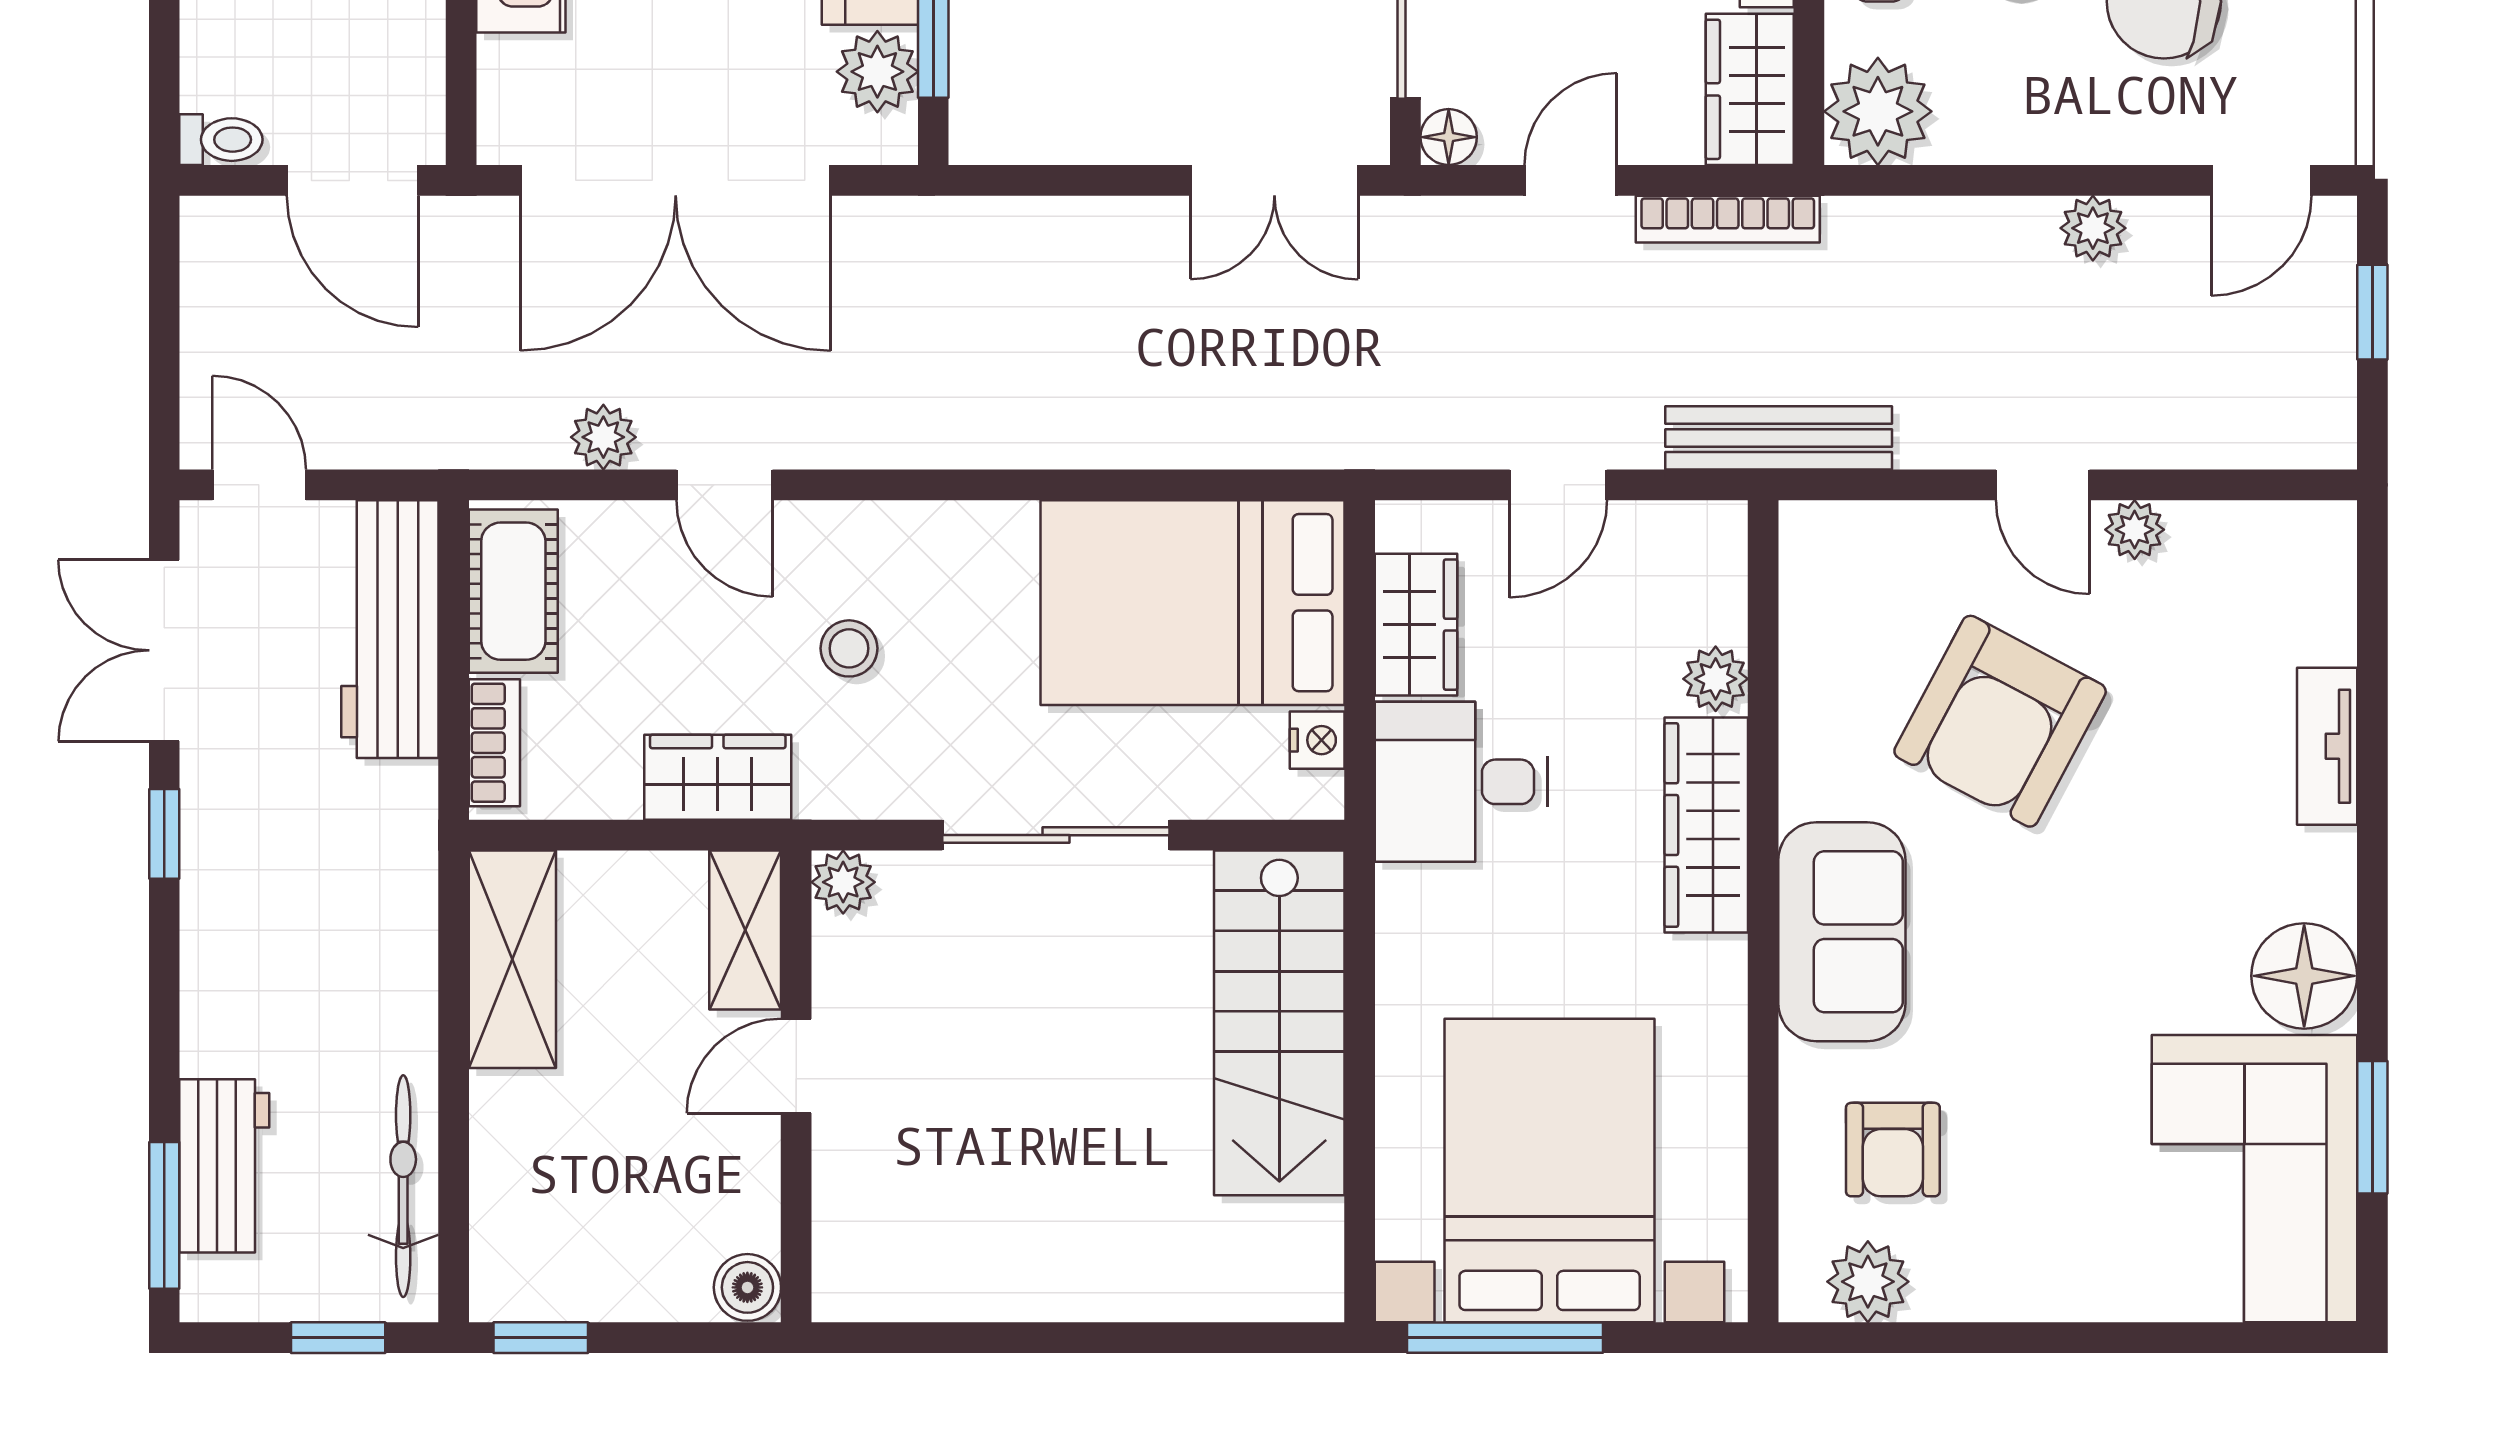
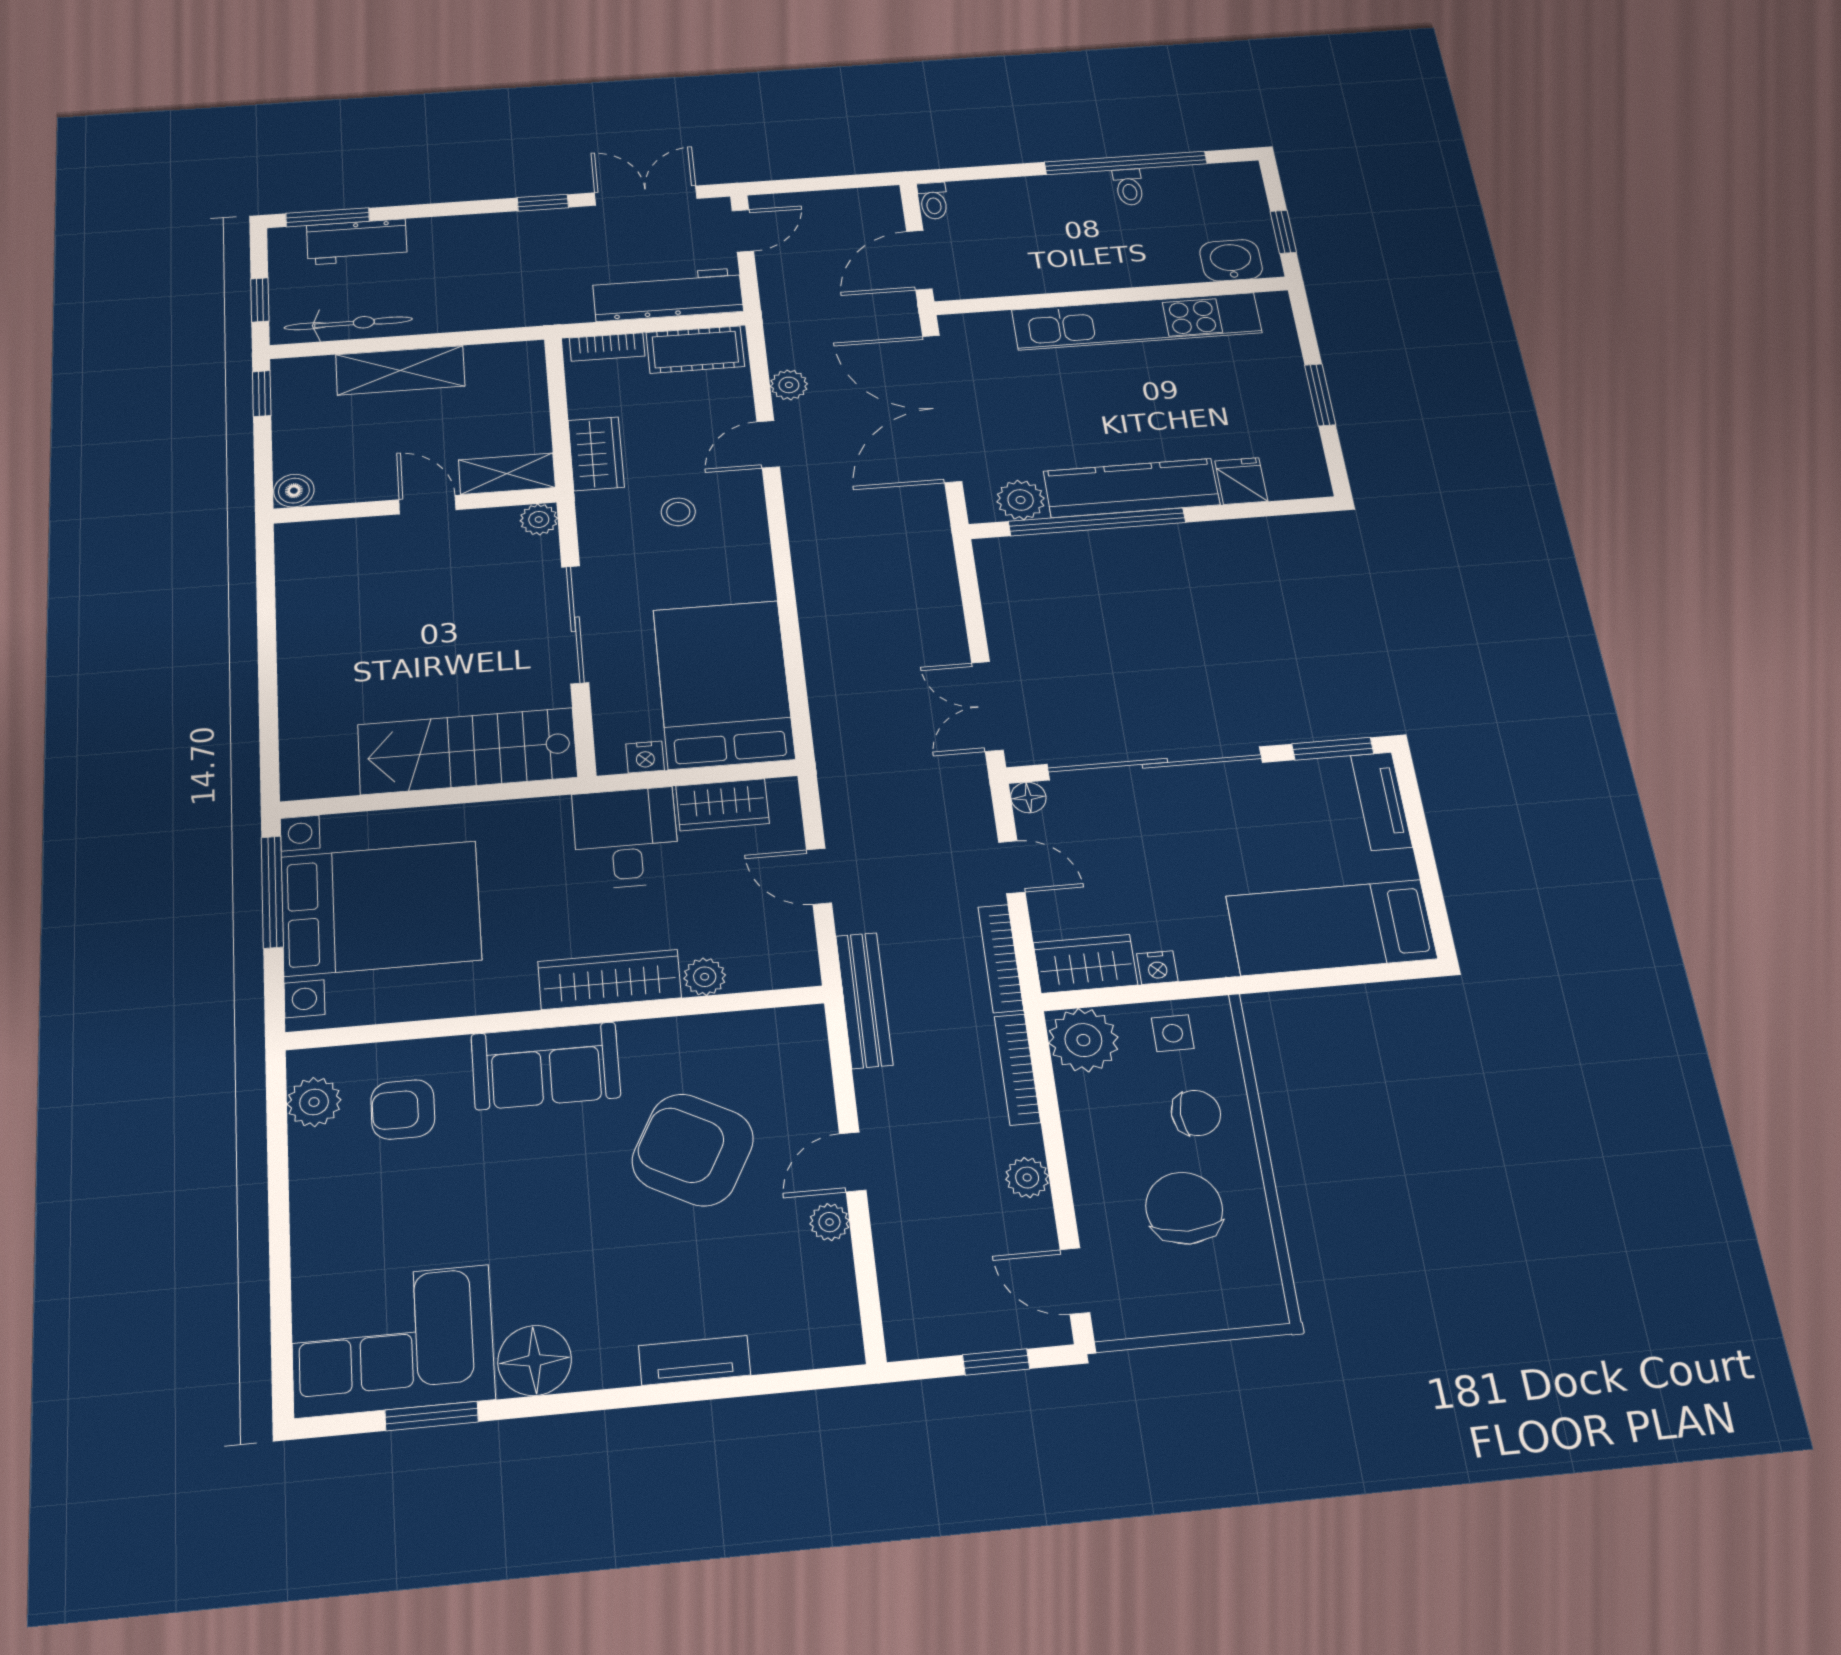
bookcase: (1916, 219) -> (1017, 1069), added
shelving: (512, 959) -> (400, 370), moved

